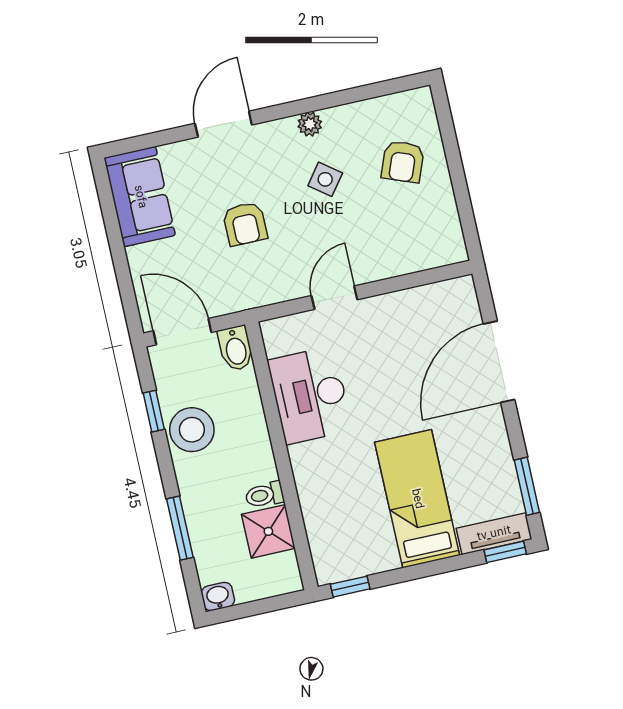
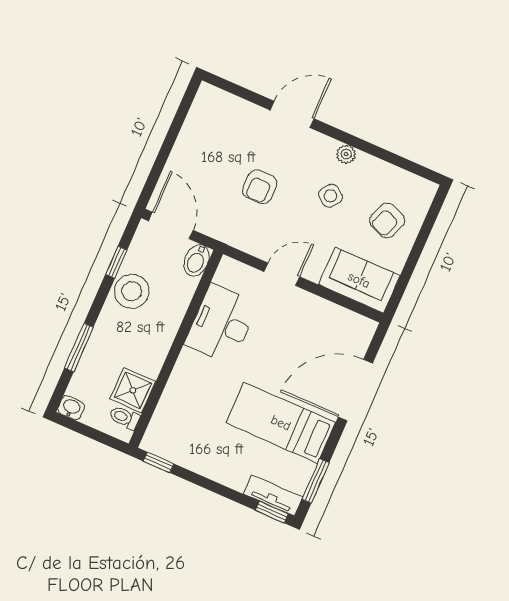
sofa: (140, 197) -> (359, 280), moved, turned -90
toilet: (265, 495) -> (124, 418), moved
bed: (417, 499) -> (281, 423), moved, turned -90

